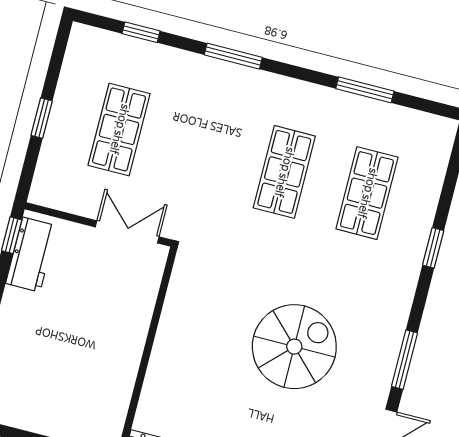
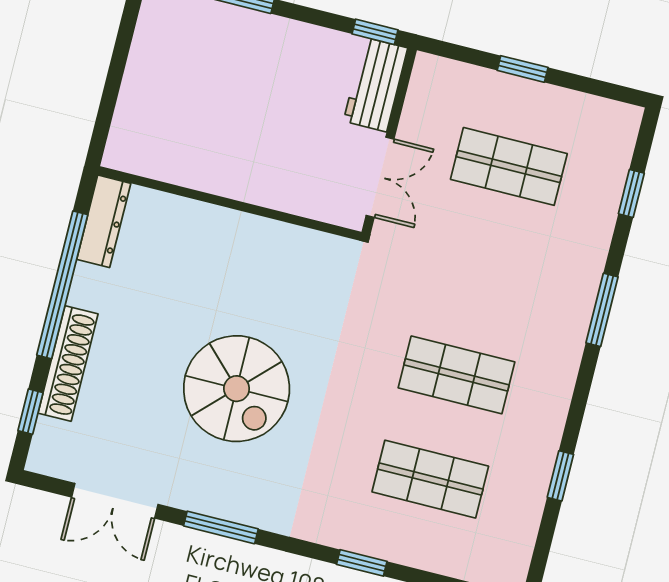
window: (365, 90) -> (560, 476), width x0.67
workbench: (31, 255) -> (376, 85), moved, turned 90

